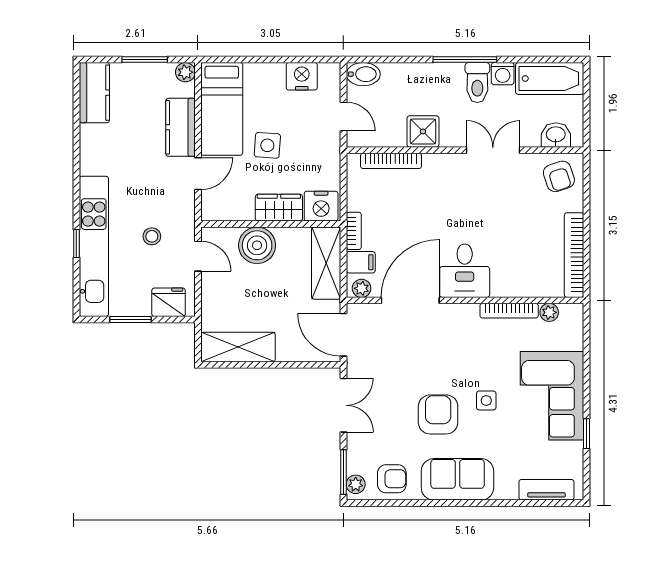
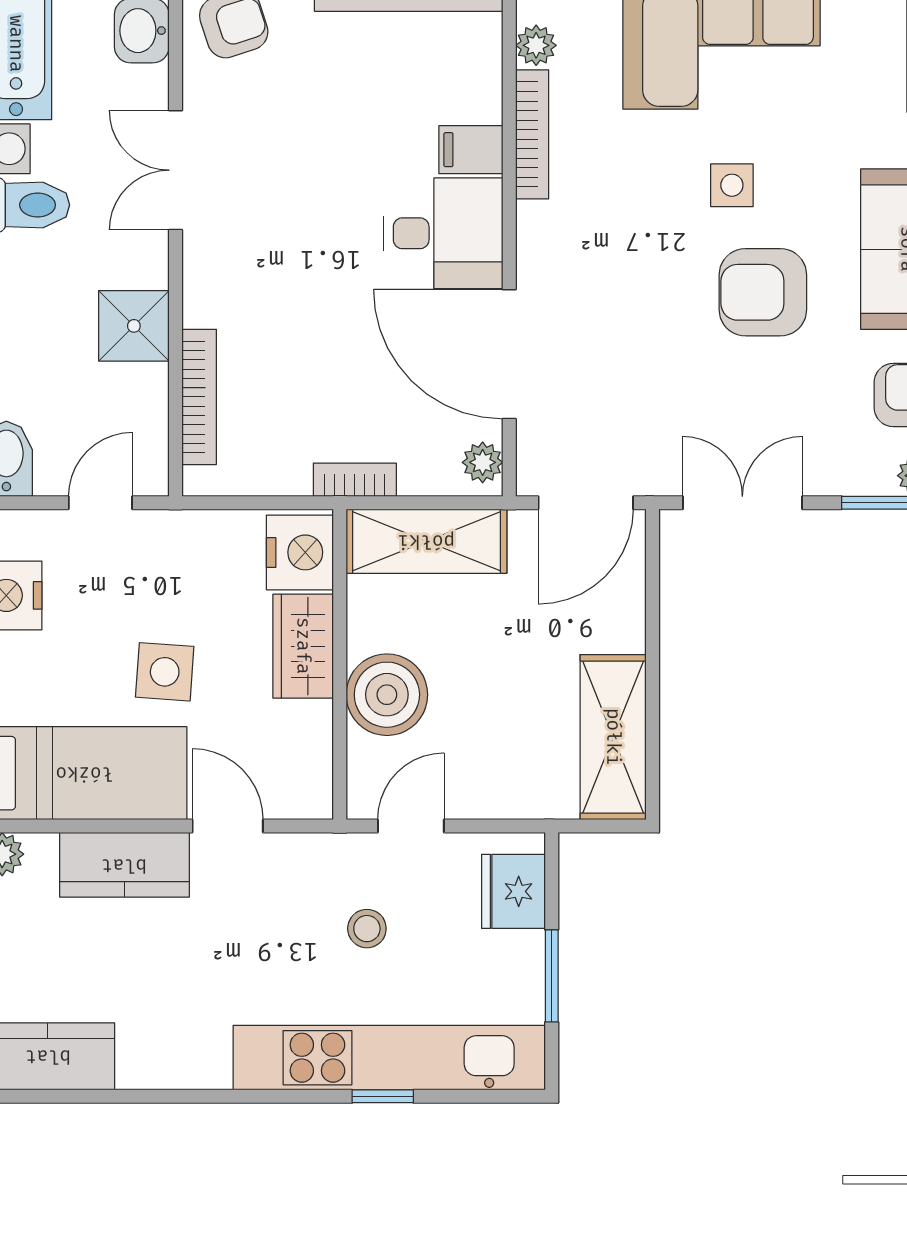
filing cabinet: (361, 262) -> (471, 150), moved, turned -90

